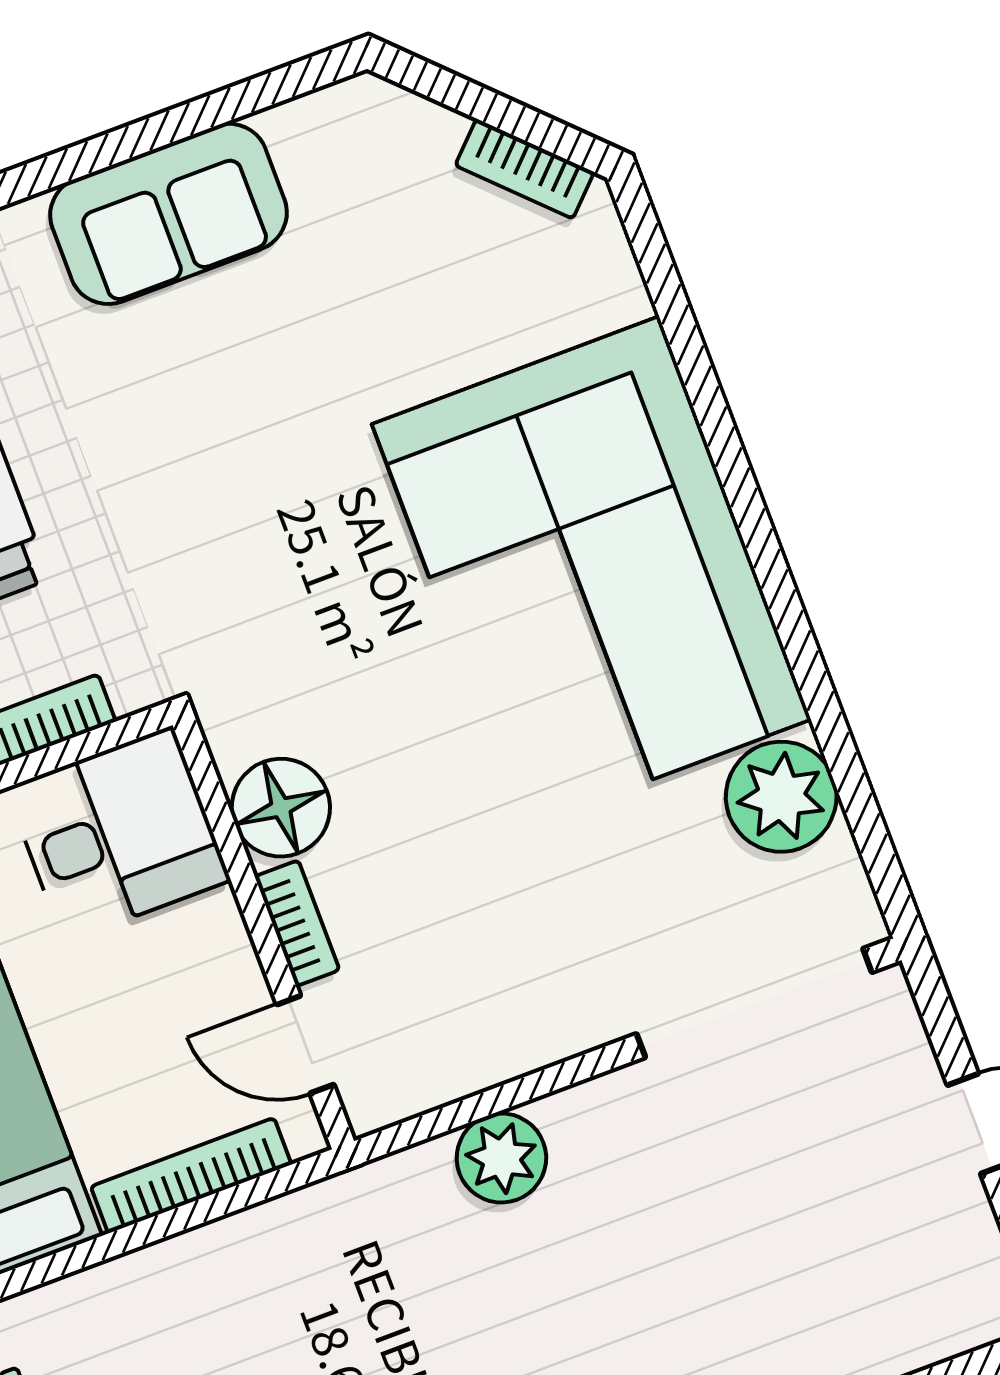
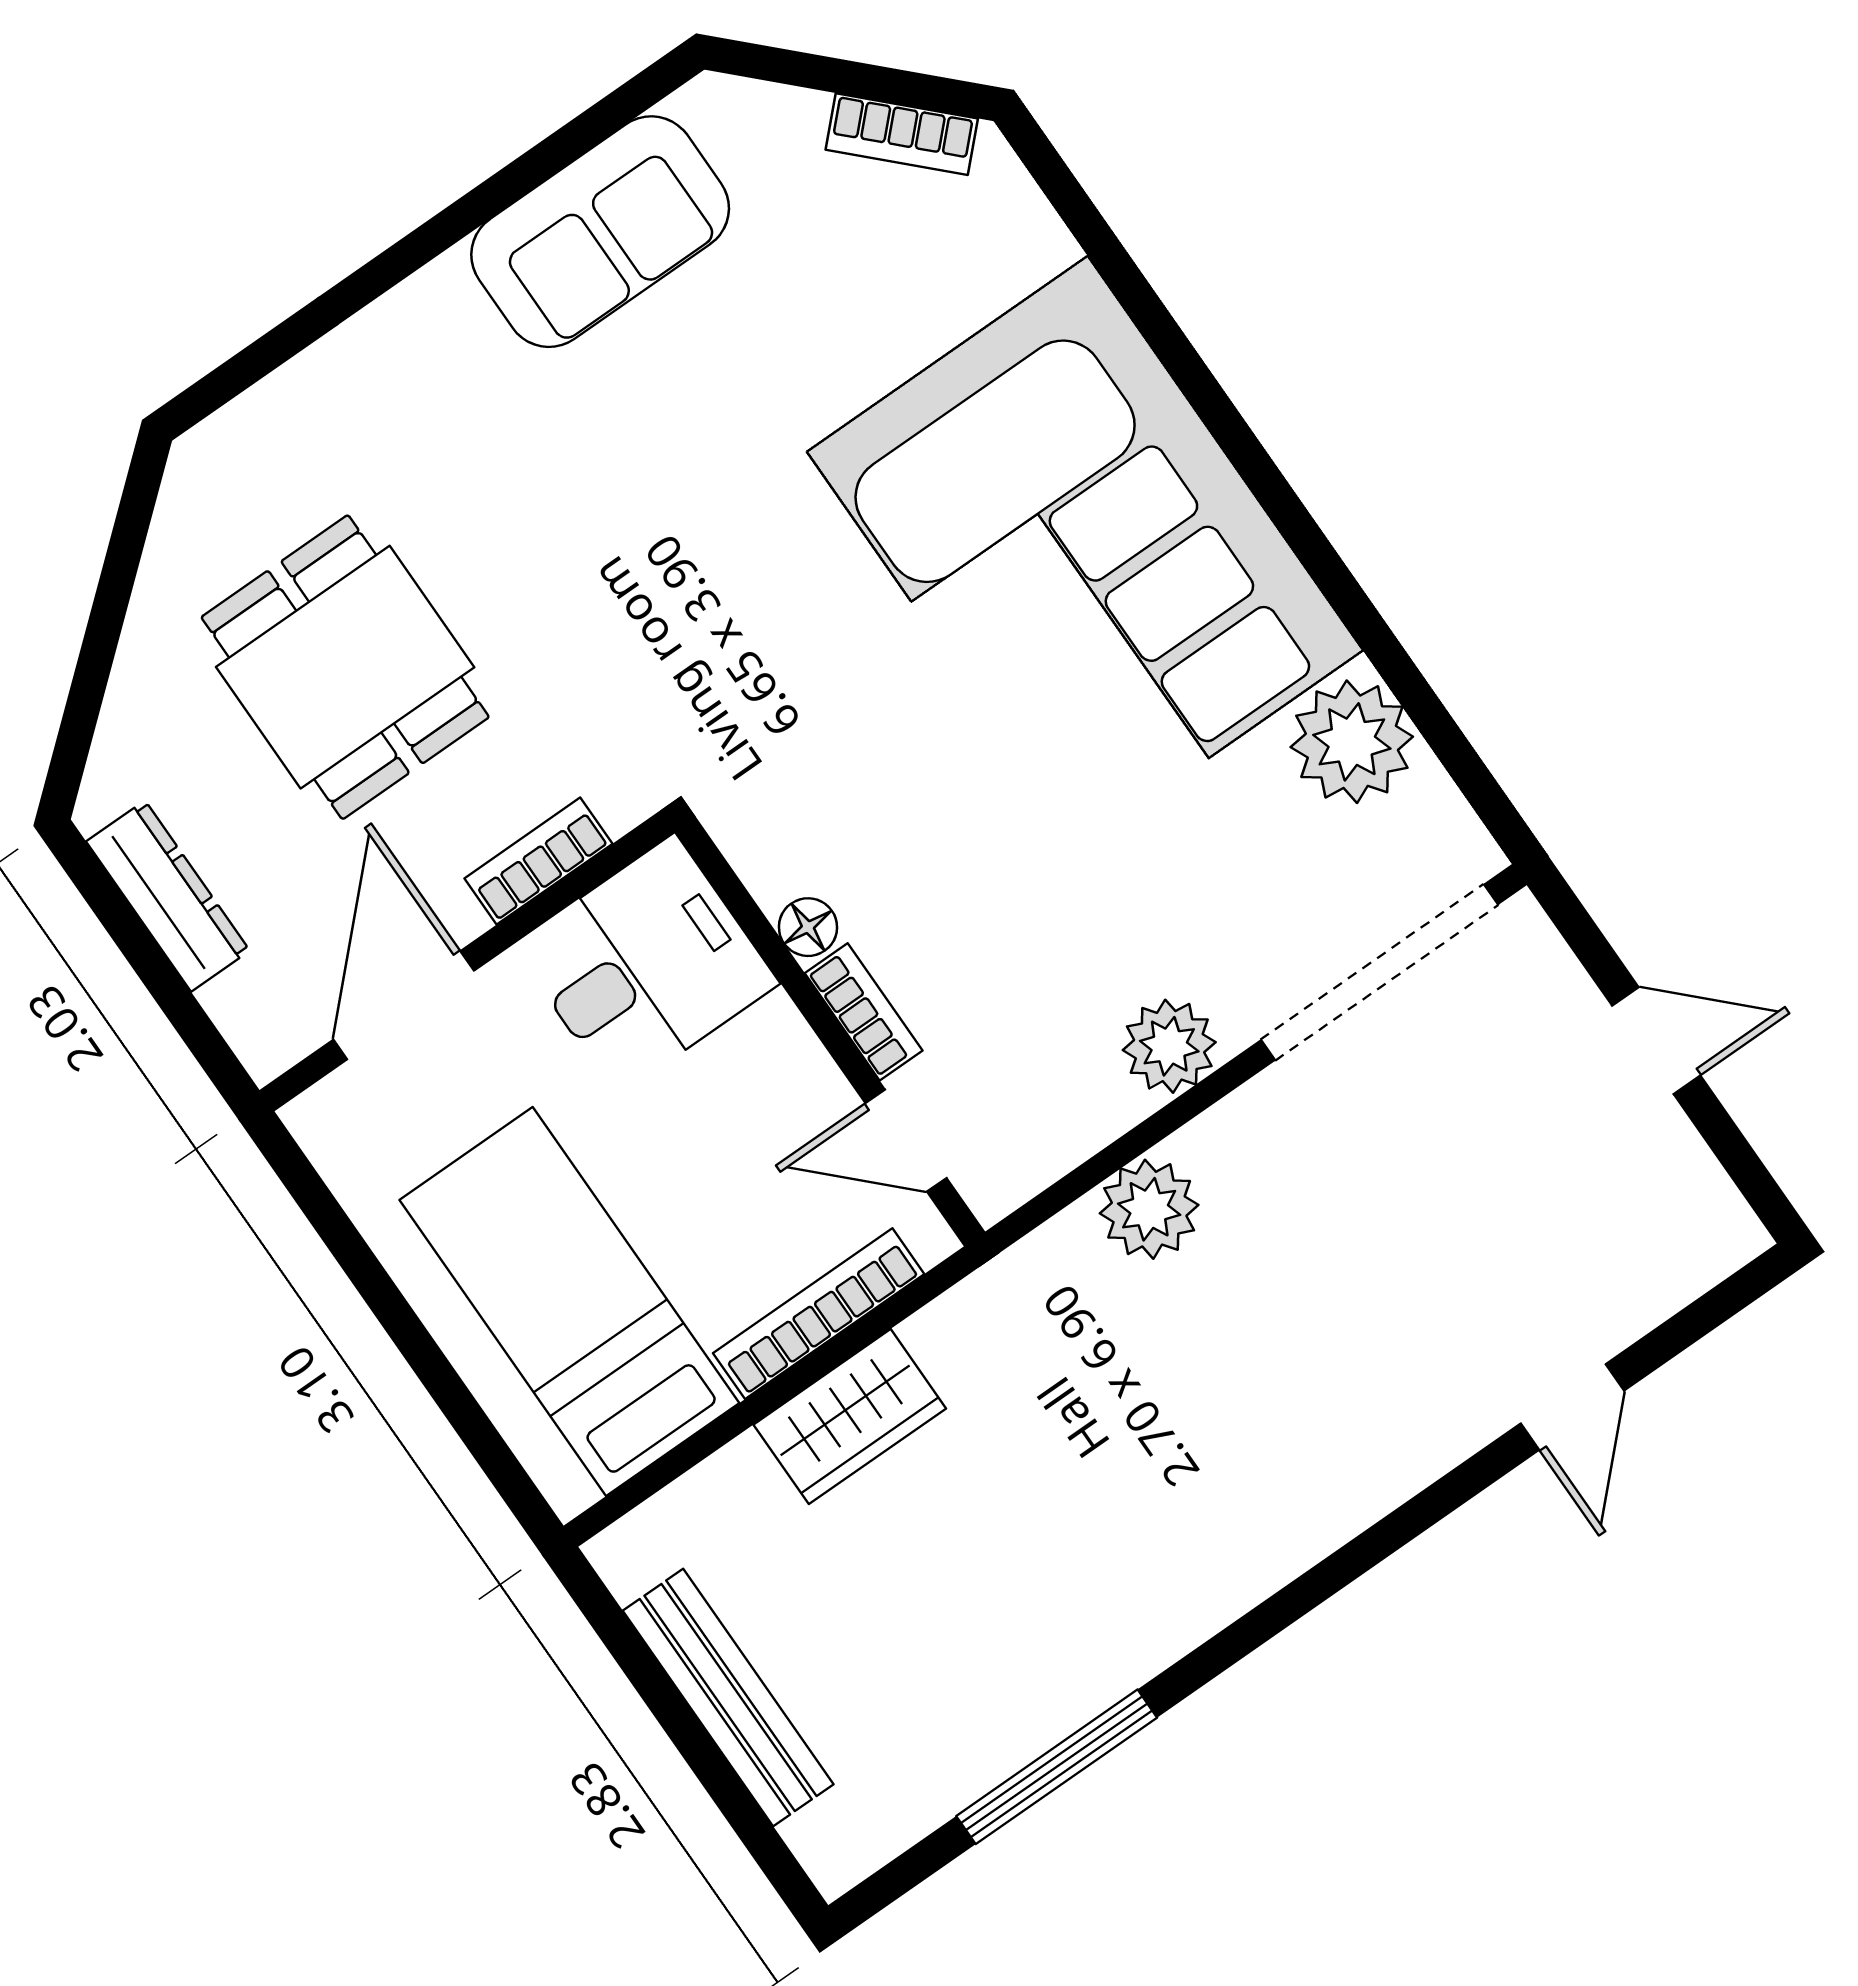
sofa: (169, 214) -> (600, 232), moved
floor lamp: (281, 808) -> (808, 927), width x0.53, depth x0.53
plant: (555, 1021) -> (1169, 1046), added
wardrobe: (195, 1272) -> (850, 1417), added

